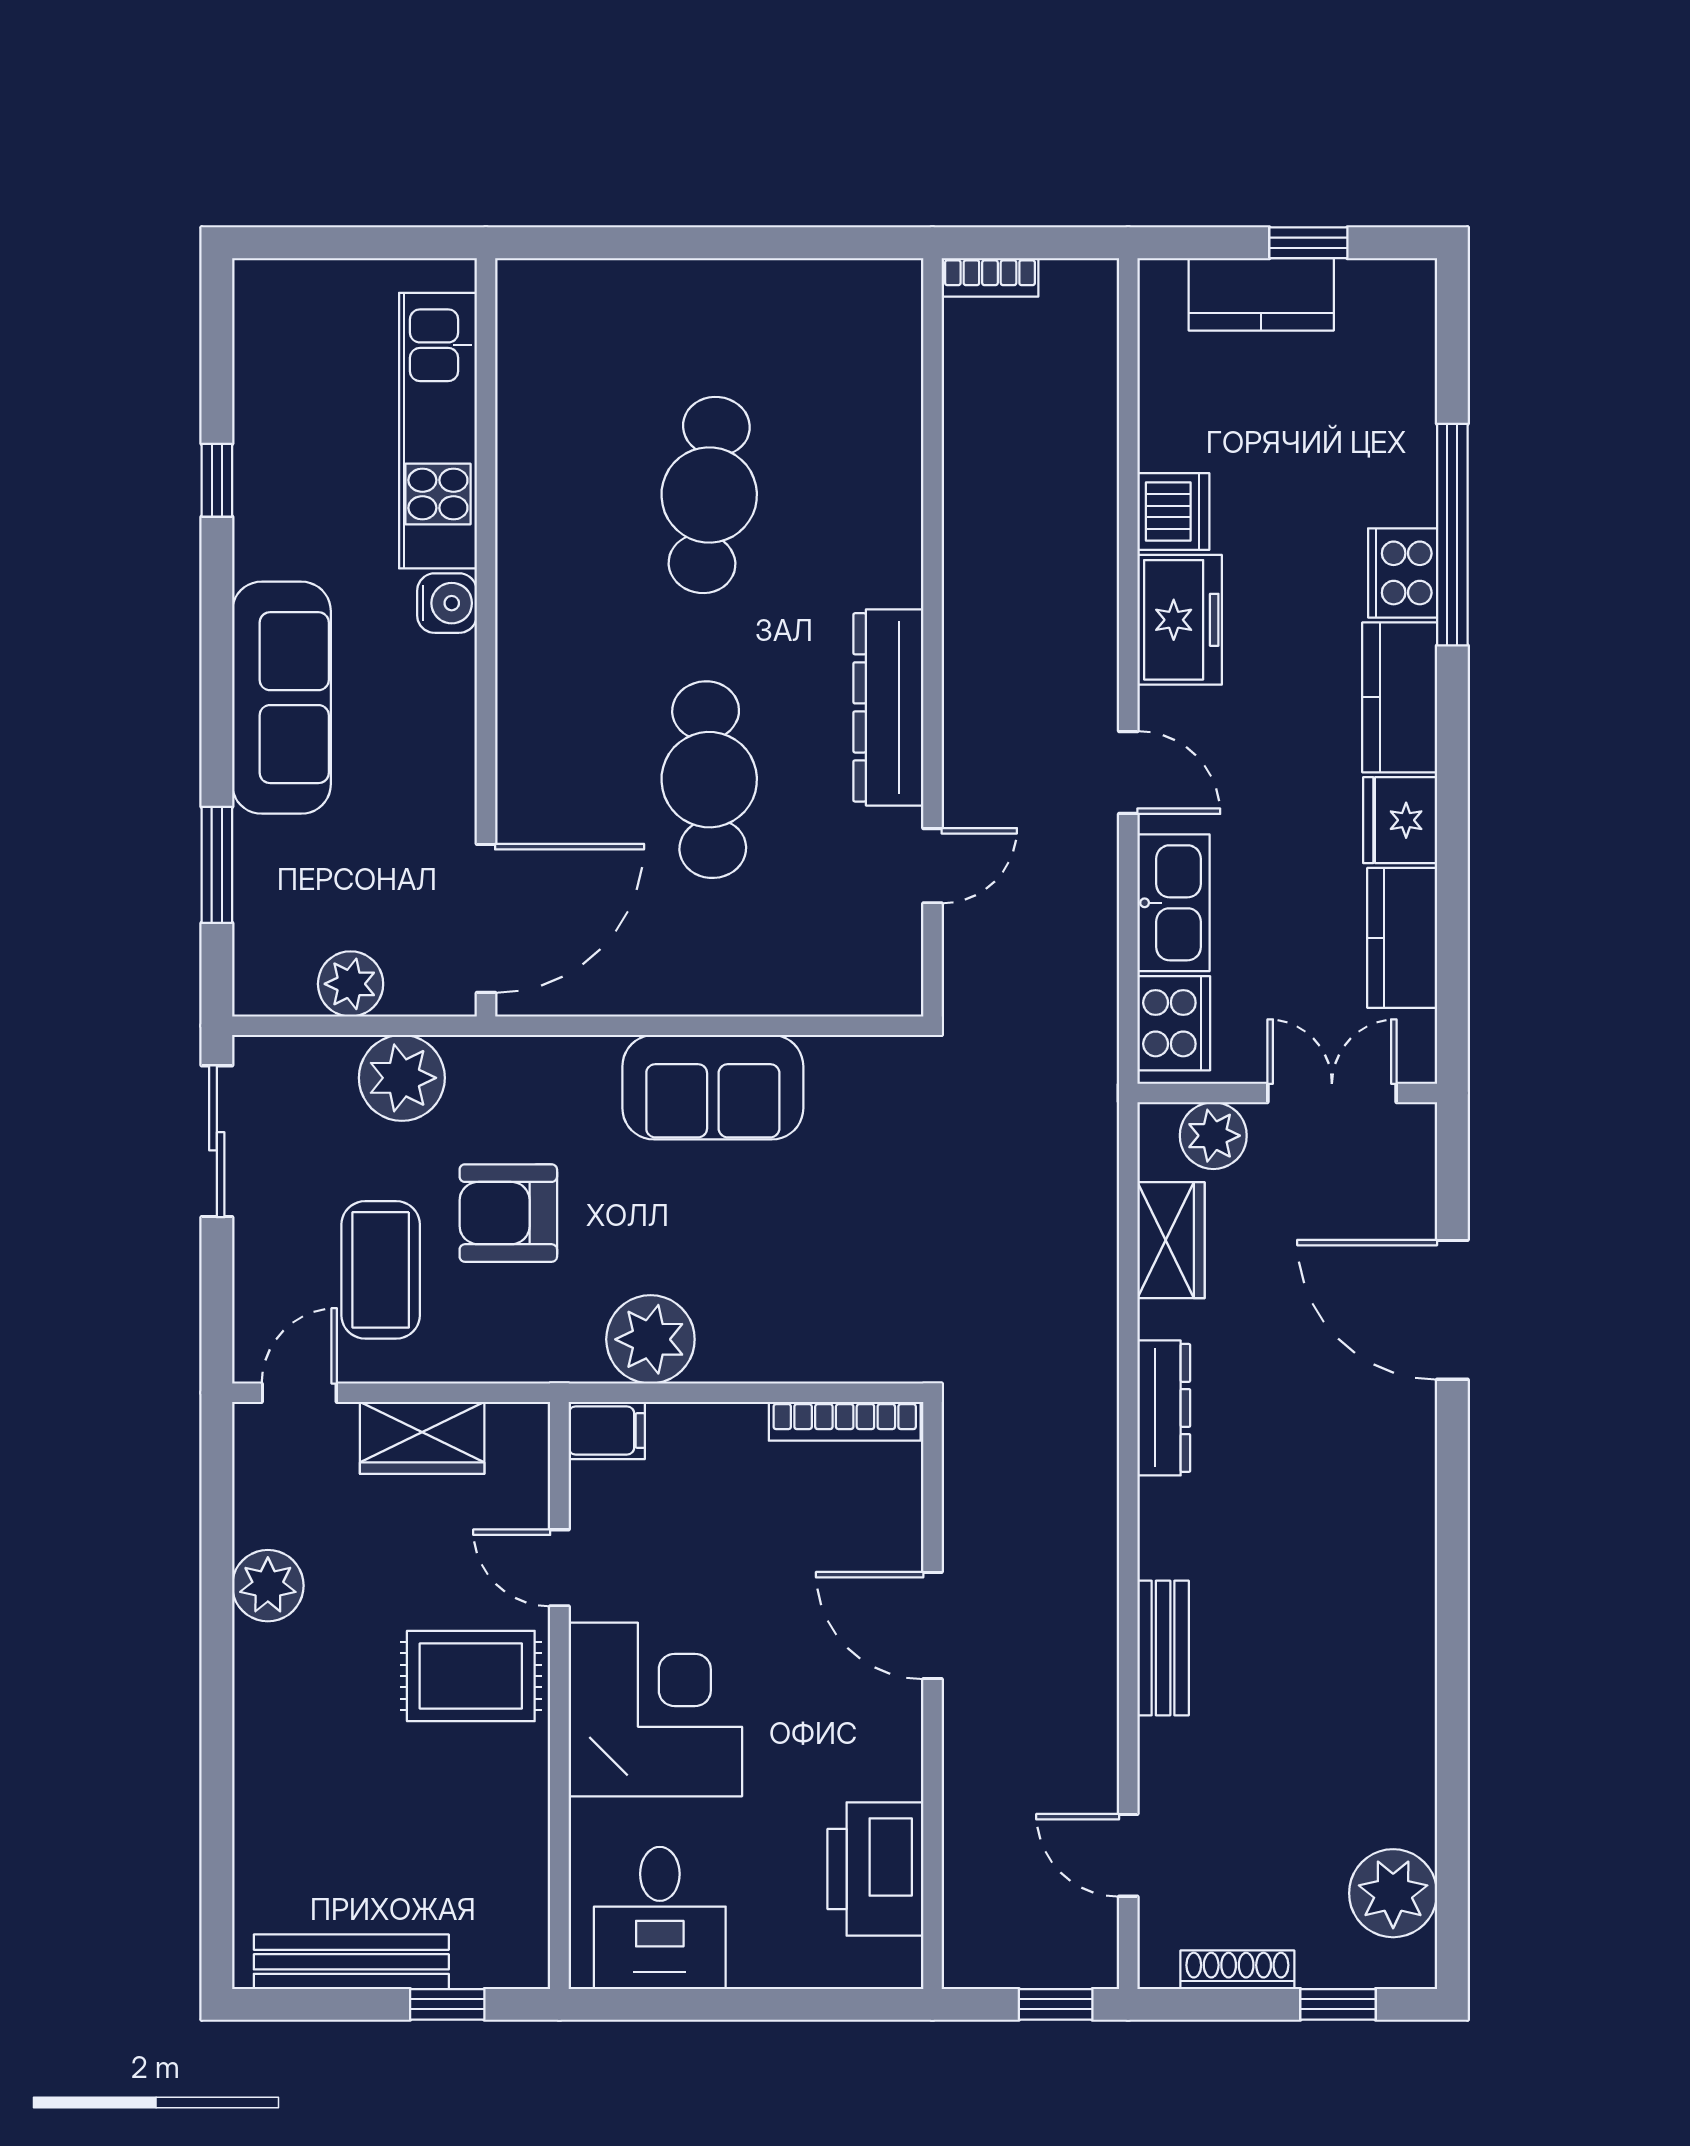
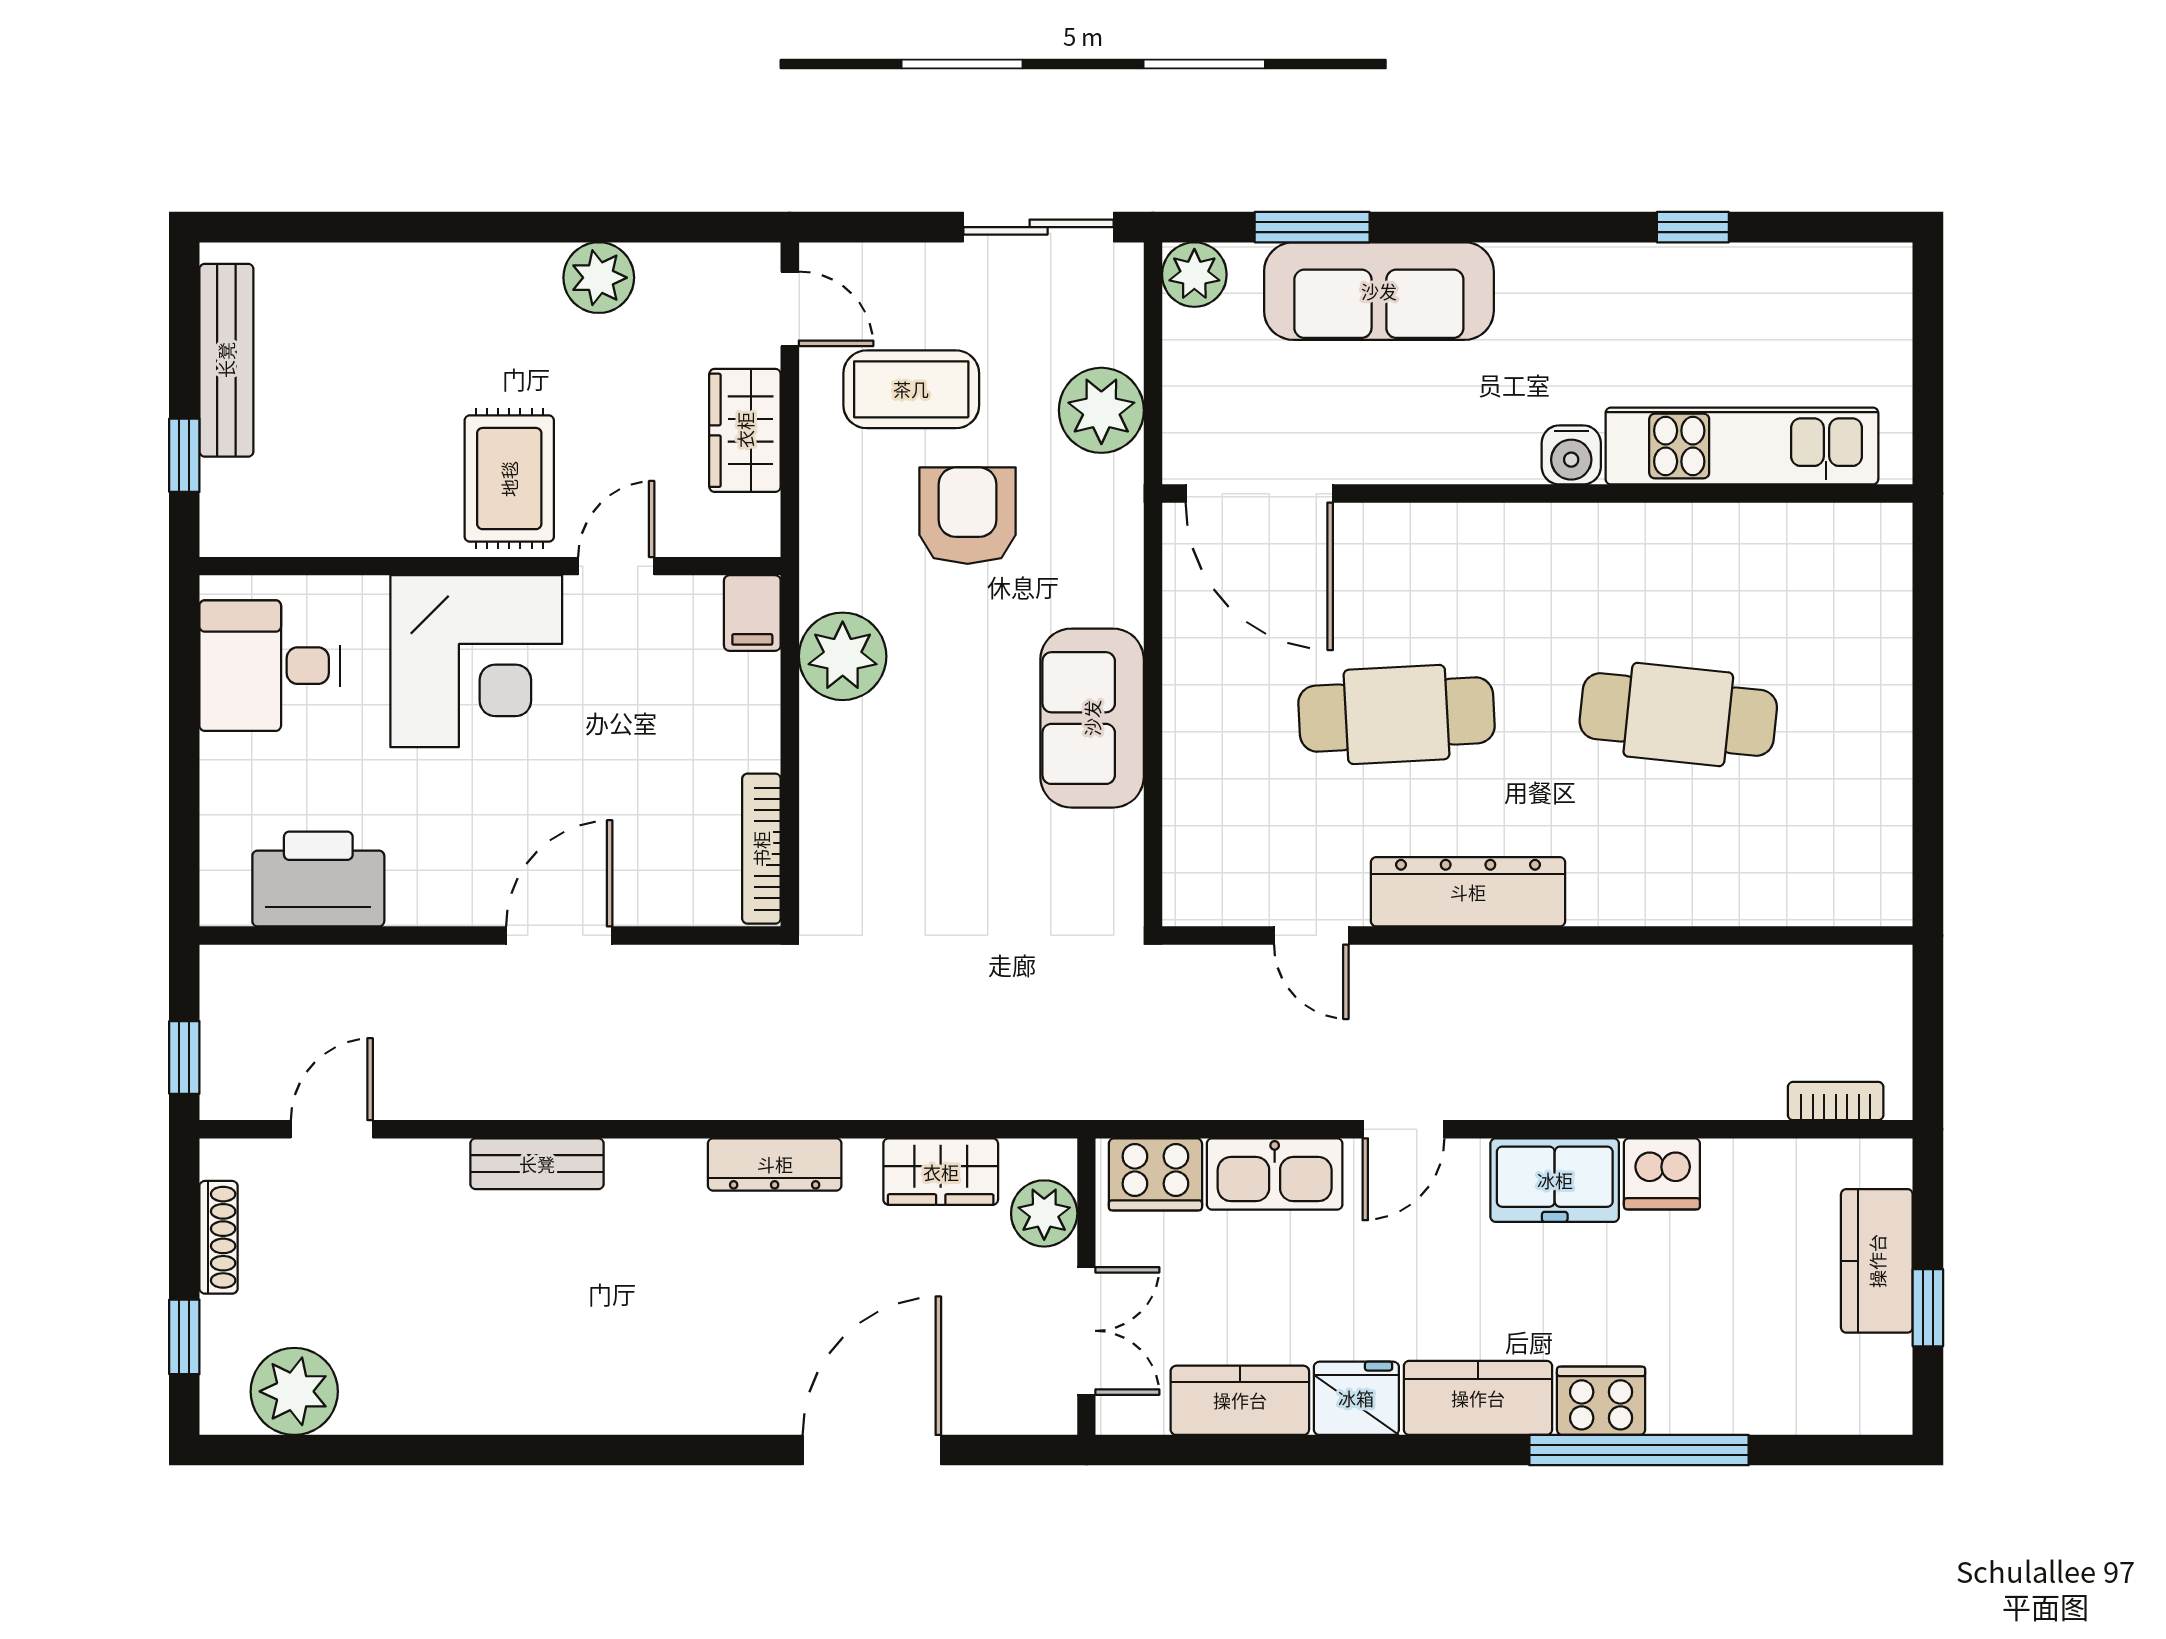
bookcase: (990, 277) -> (1836, 1101), moved, turned 90
sofa: (281, 698) -> (1379, 291), moved
plant: (351, 984) -> (1194, 275), moved

